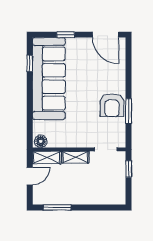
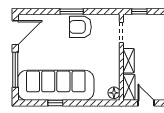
window: (66, 35) -> (15, 70), width x2.17
window: (30, 63) -> (55, 103), moved
armchair: (112, 105) -> (80, 27), turned 180
window: (129, 111) -> (72, 11), moved

